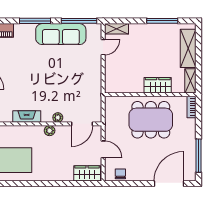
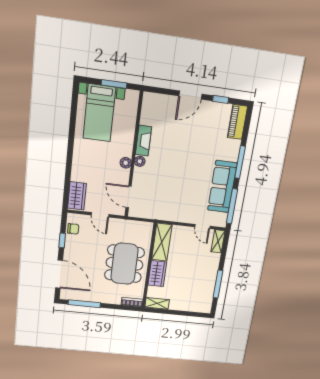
shelving: (188, 48) -> (162, 242), moved, turned 90
plant: (58, 118) -> (140, 161), moved
door: (103, 149) -> (100, 215), hinge flipped
window: (133, 184) -> (62, 240), added

